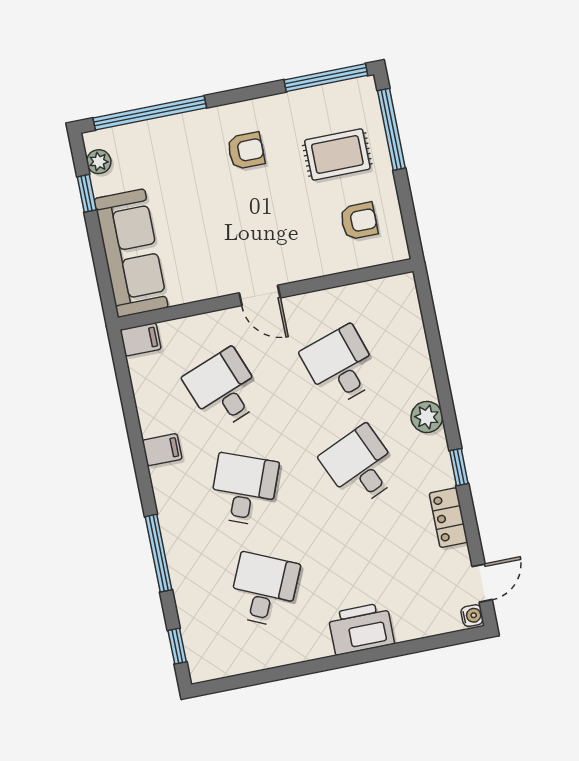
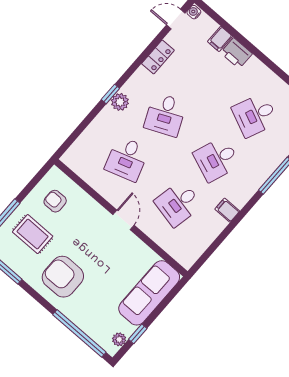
armchair: (246, 151) -> (63, 277), width x1.88, depth x1.88
filing cabinet: (141, 339) -> (220, 39), moved, turned -90
desk: (224, 389) -> (178, 203), turned 33
window: (459, 467) -> (110, 94), moved
printer: (361, 629) -> (236, 53), width x0.73, depth x0.84

